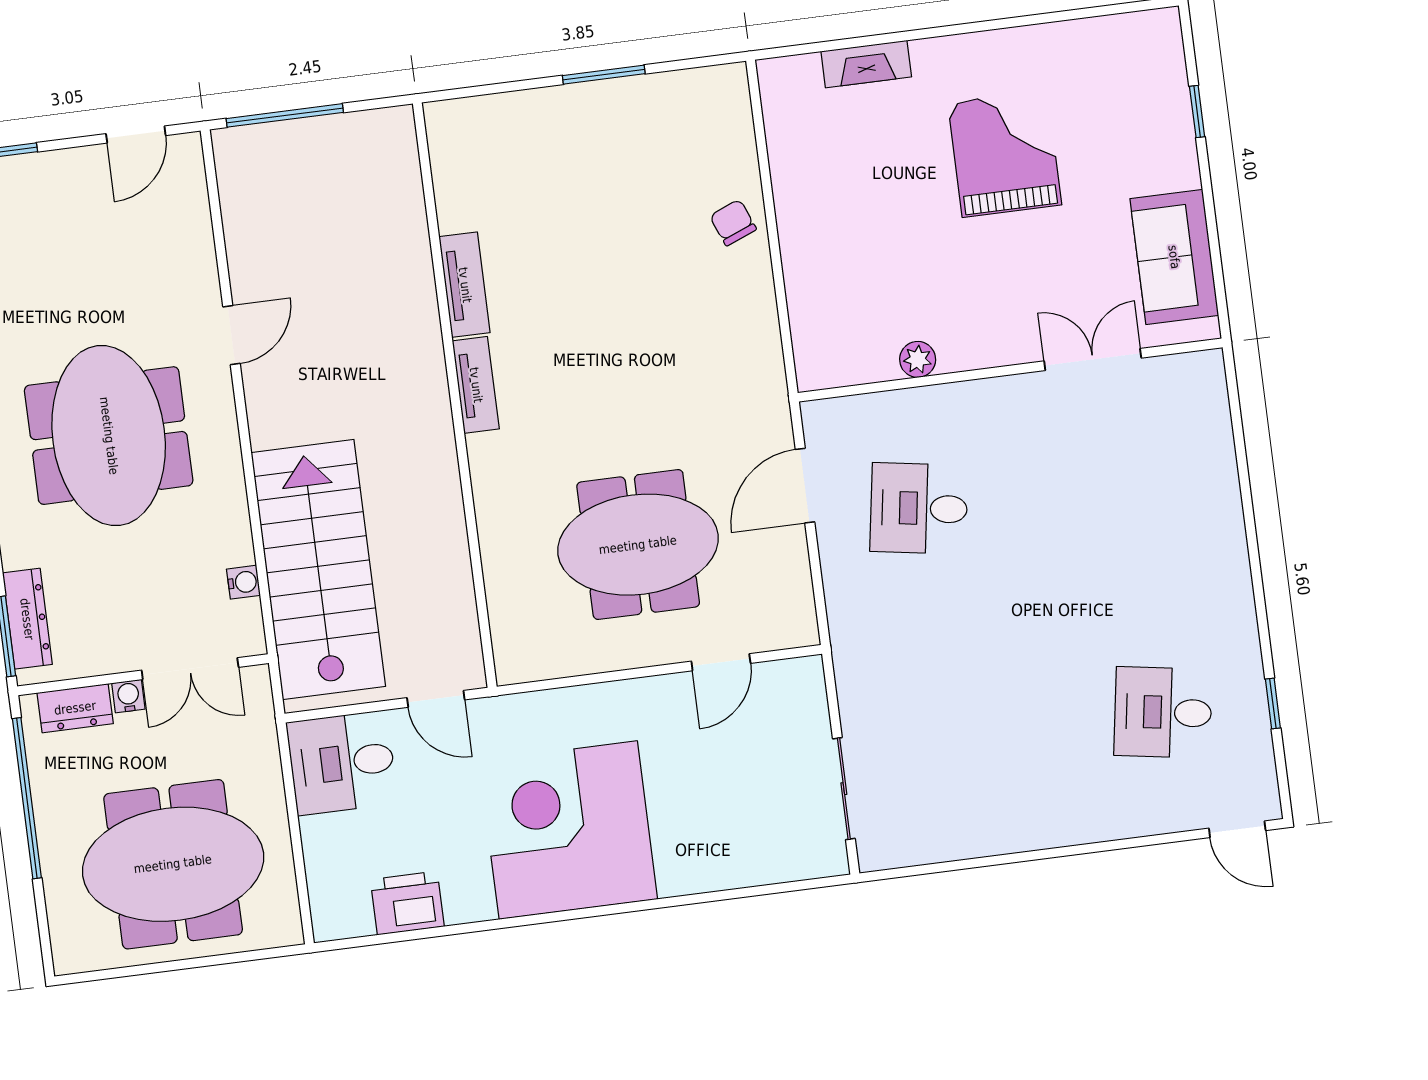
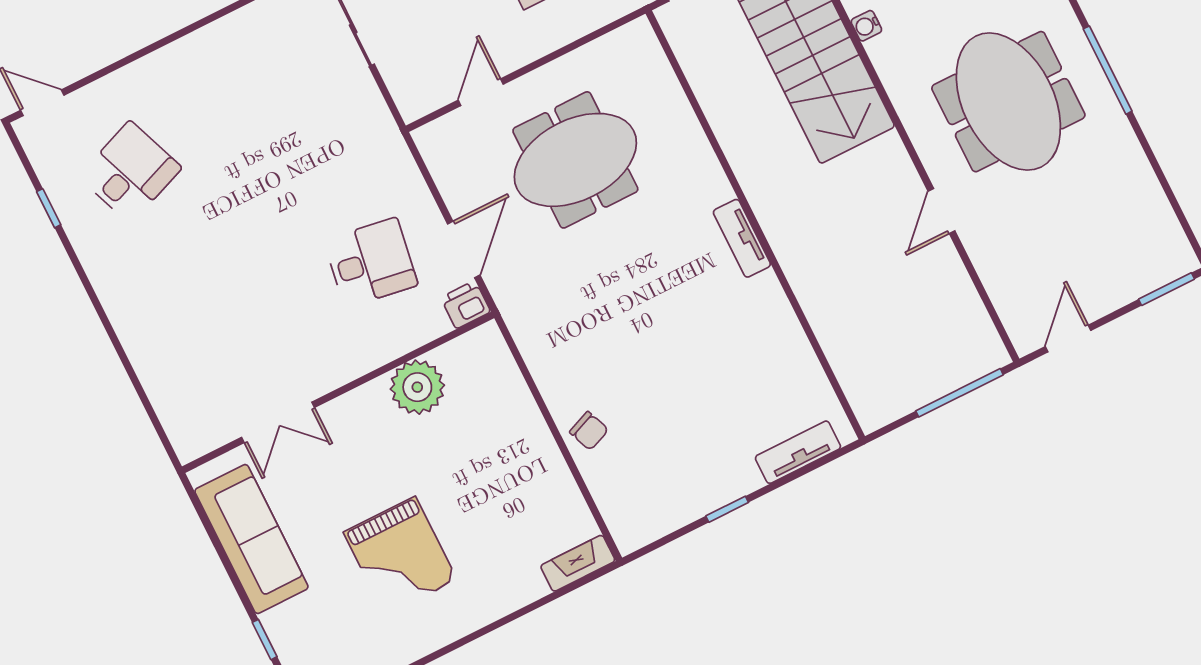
fireplace: (866, 64) -> (578, 563), moved
window: (604, 75) -> (727, 509), width x0.67
sofa: (1174, 257) -> (251, 539), width x1.36
tv unit: (465, 285) -> (798, 452), moved, turned 90
plant: (918, 359) -> (417, 387), width x1.87, depth x1.87
printer: (826, 420) -> (466, 305), added
desk: (1163, 712) -> (130, 172), turned -30

